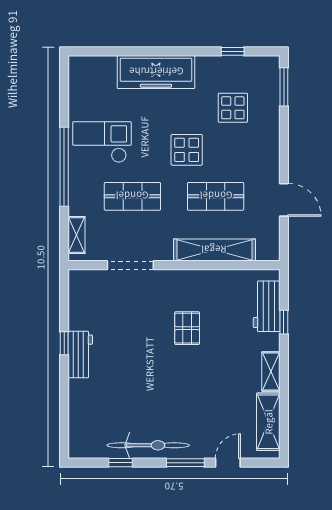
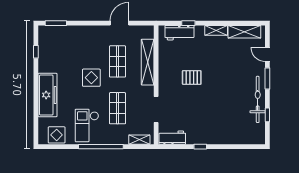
display table: (233, 108) -> (57, 135), moved
workbench: (80, 355) -> (172, 138), moved

